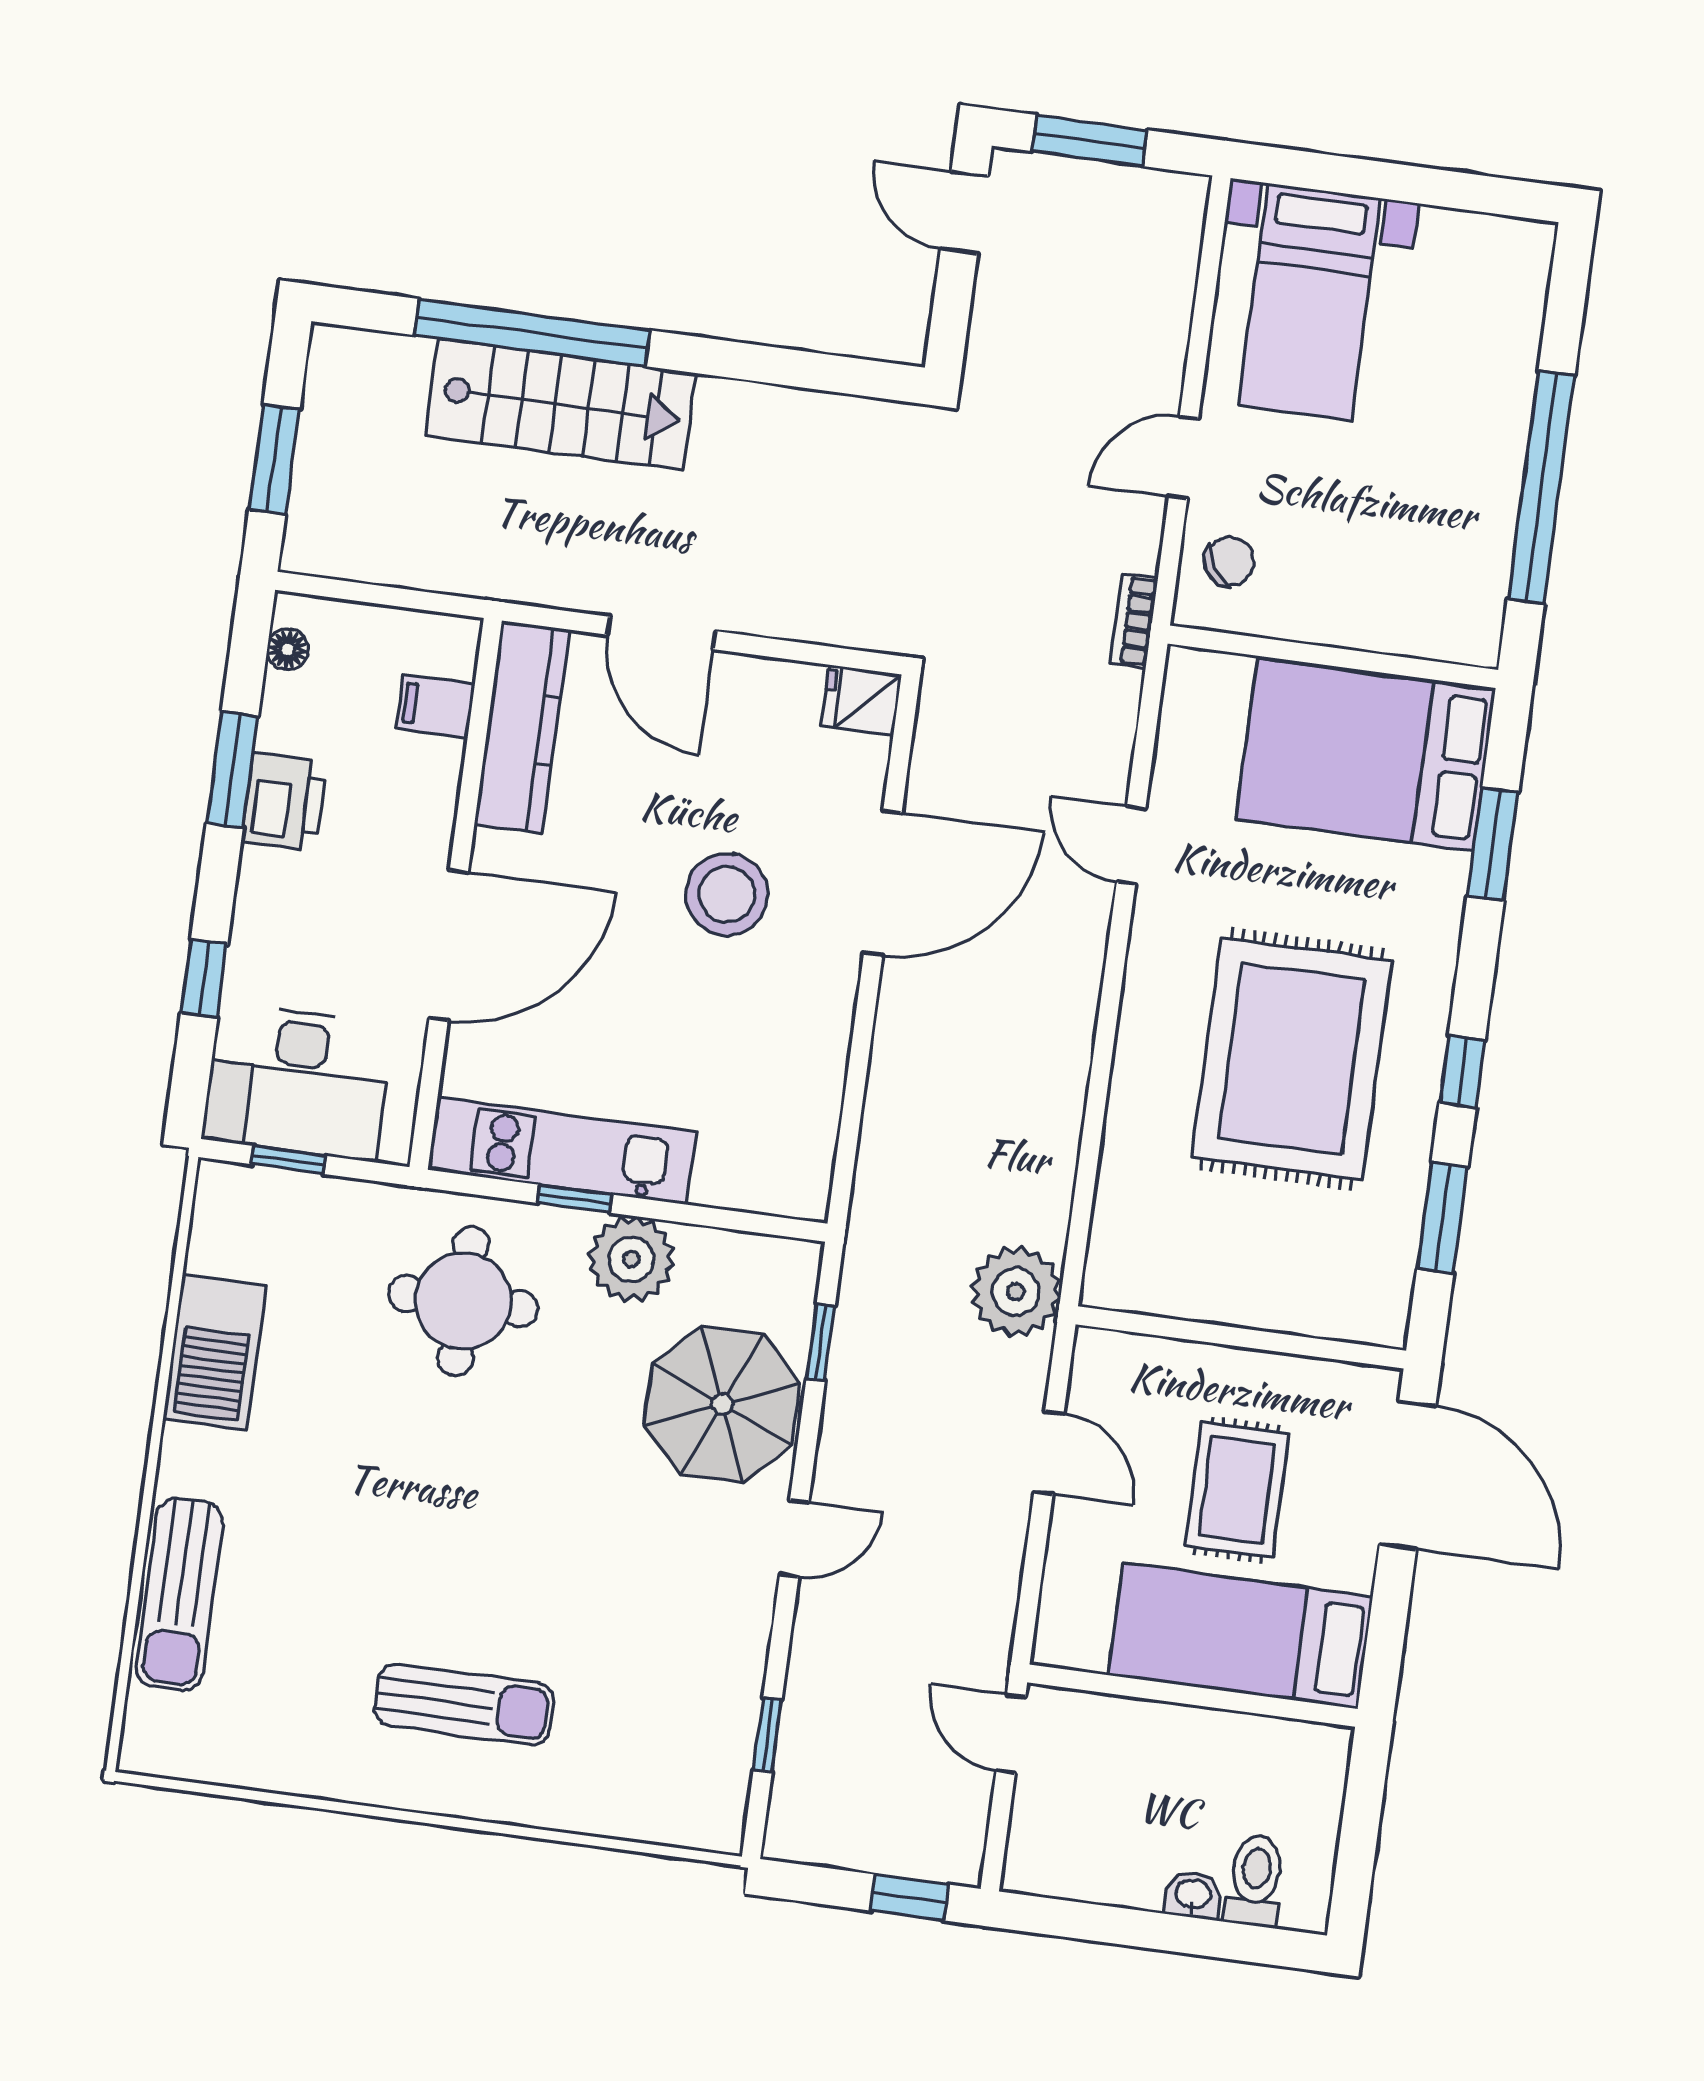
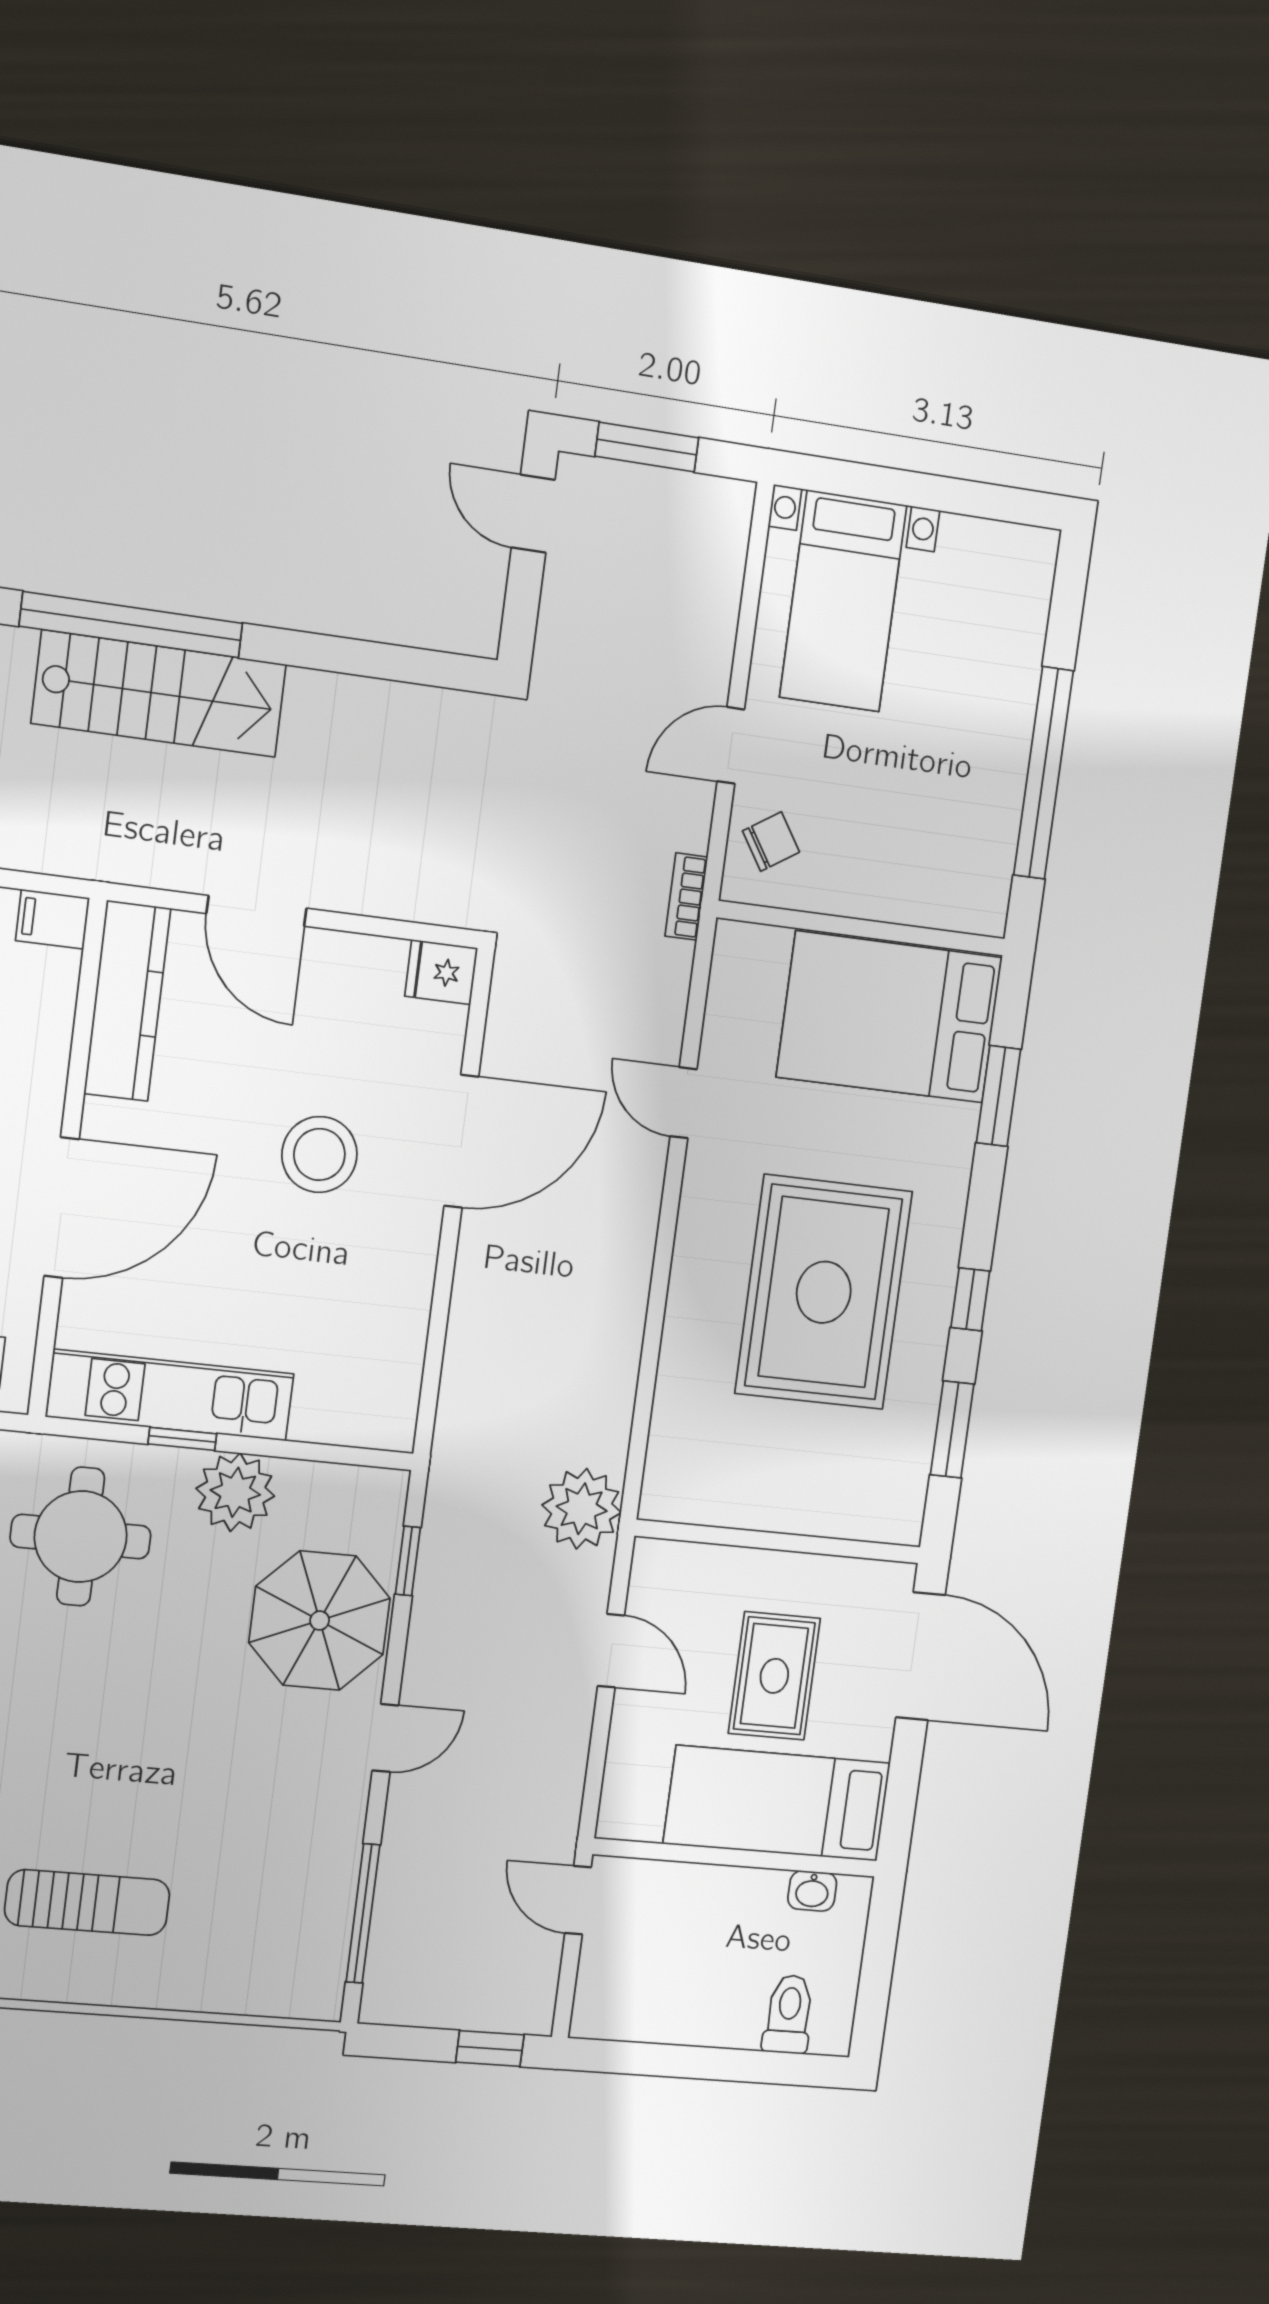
filing cabinet: (435, 706) -> (53, 919), moved
window: (768, 1735) -> (363, 1913), width x2.17
washbasin: (1193, 1895) -> (812, 1891), moved, turned 180

